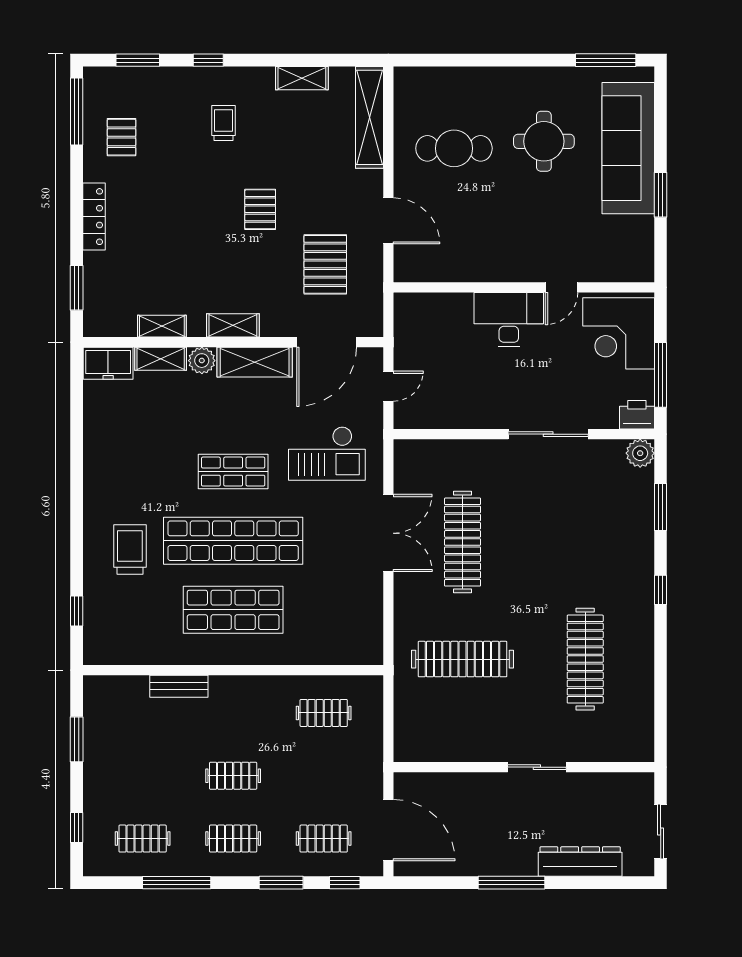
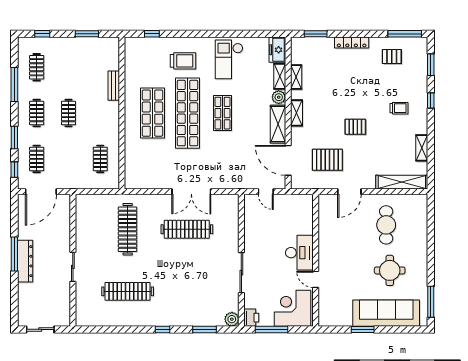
checkout: (327, 453) -> (229, 59), moved
dresser: (580, 862) -> (25, 261), moved

